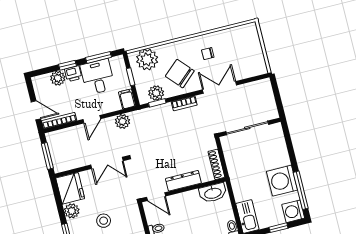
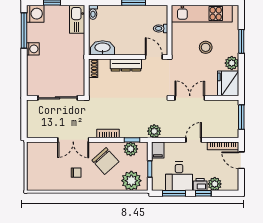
plant: (123, 121) -> (154, 131), moved
shoe rack: (216, 164) -> (93, 68), width x0.70
washing machine: (282, 181) -> (33, 49), width x0.53, depth x0.53

